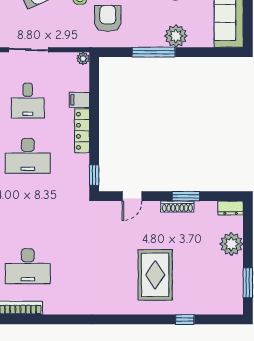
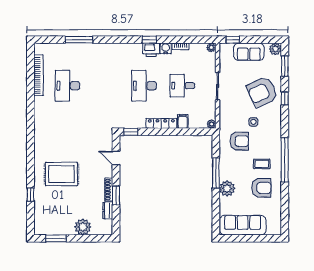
dresser: (231, 208) -> (108, 211), moved

